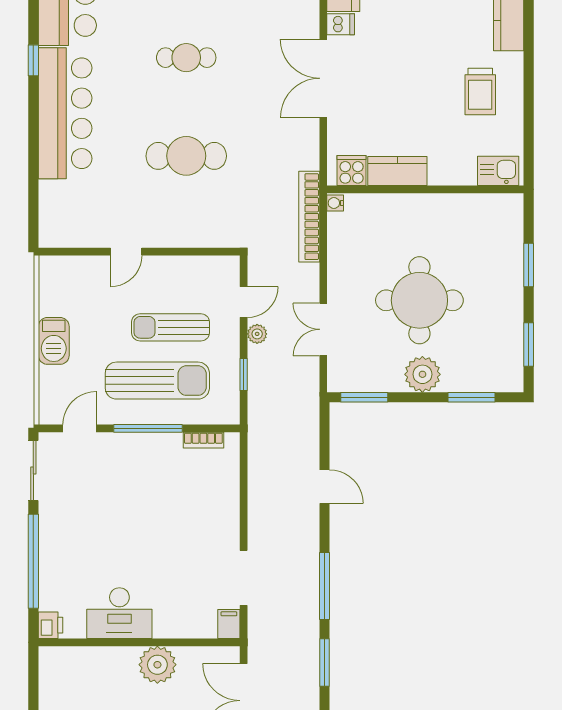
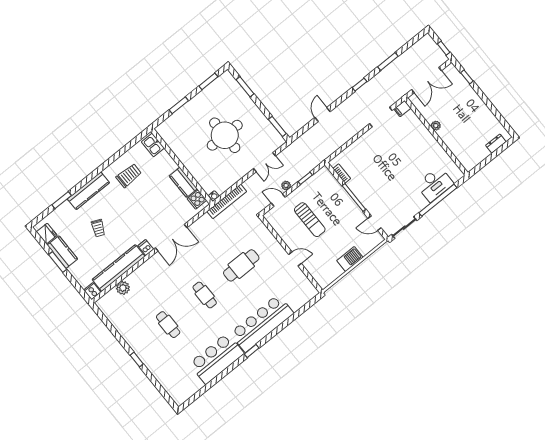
cafe table: (186, 156) -> (241, 265), turned 90
plant: (422, 374) -> (251, 112), removed
sun lounger: (157, 381) -> (333, 209), removed
window: (324, 586) -> (360, 85), width x0.46
desk: (119, 613) -> (435, 184), moved, turned 90
printer: (51, 625) -> (457, 175), removed
plant: (157, 665) -> (436, 126), width x0.53, depth x0.53

